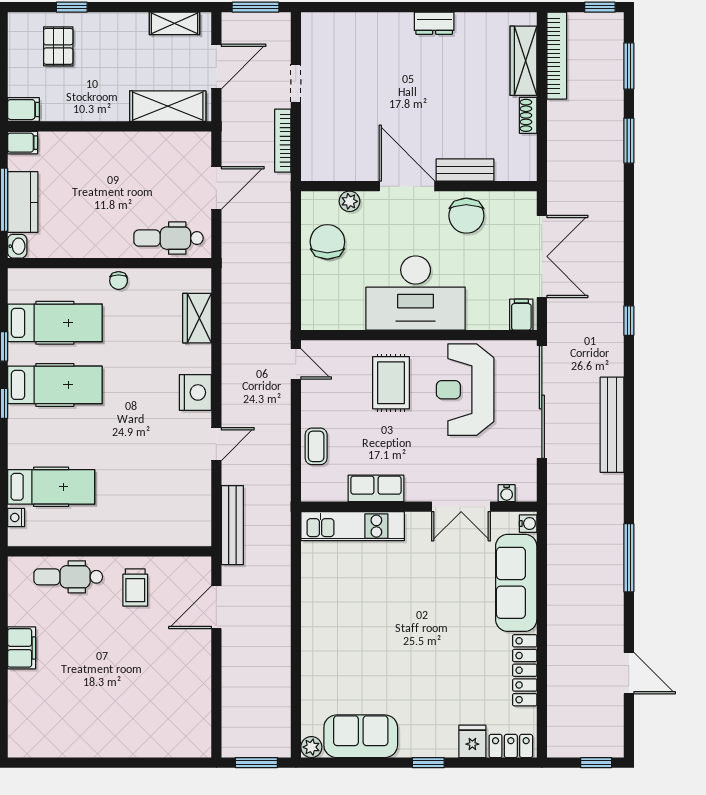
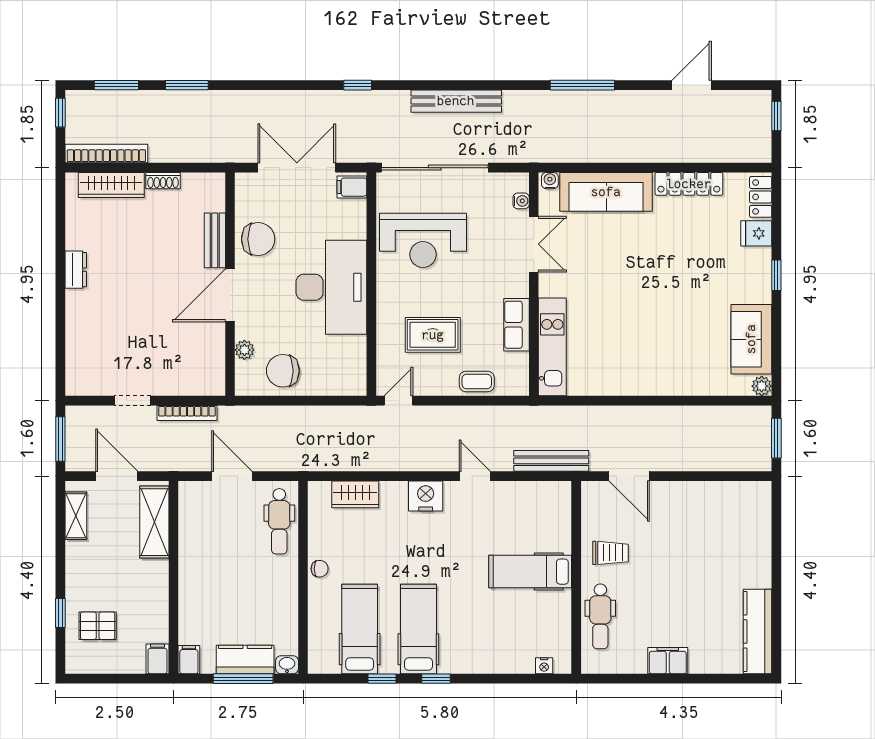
rug: (391, 383) -> (433, 335), moved
hospital bed: (51, 487) -> (530, 572), moved, turned -90
kitchen counter: (52, 743) -> (758, 631), added

